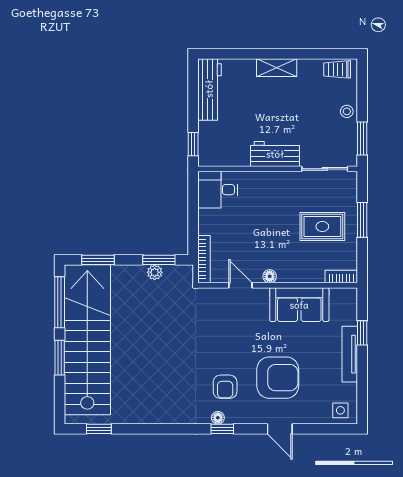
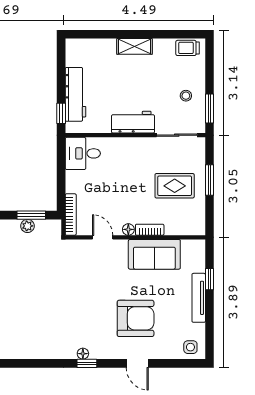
workbench: (209, 89) -> (76, 94), moved
stool: (347, 111) -> (186, 96), moved
bookcase: (341, 277) -> (150, 230), moved
armchair: (225, 387) -> (89, 326), removed

